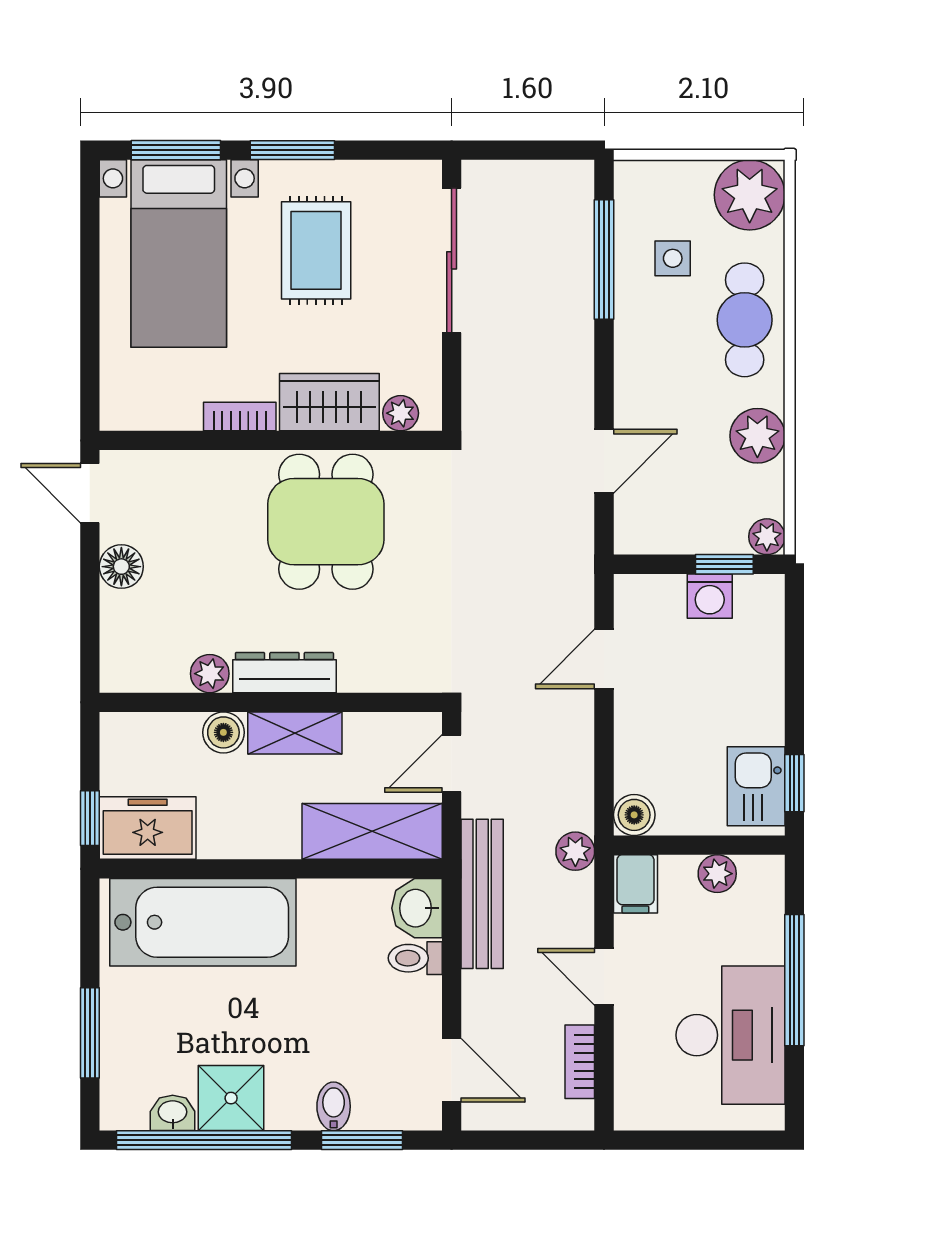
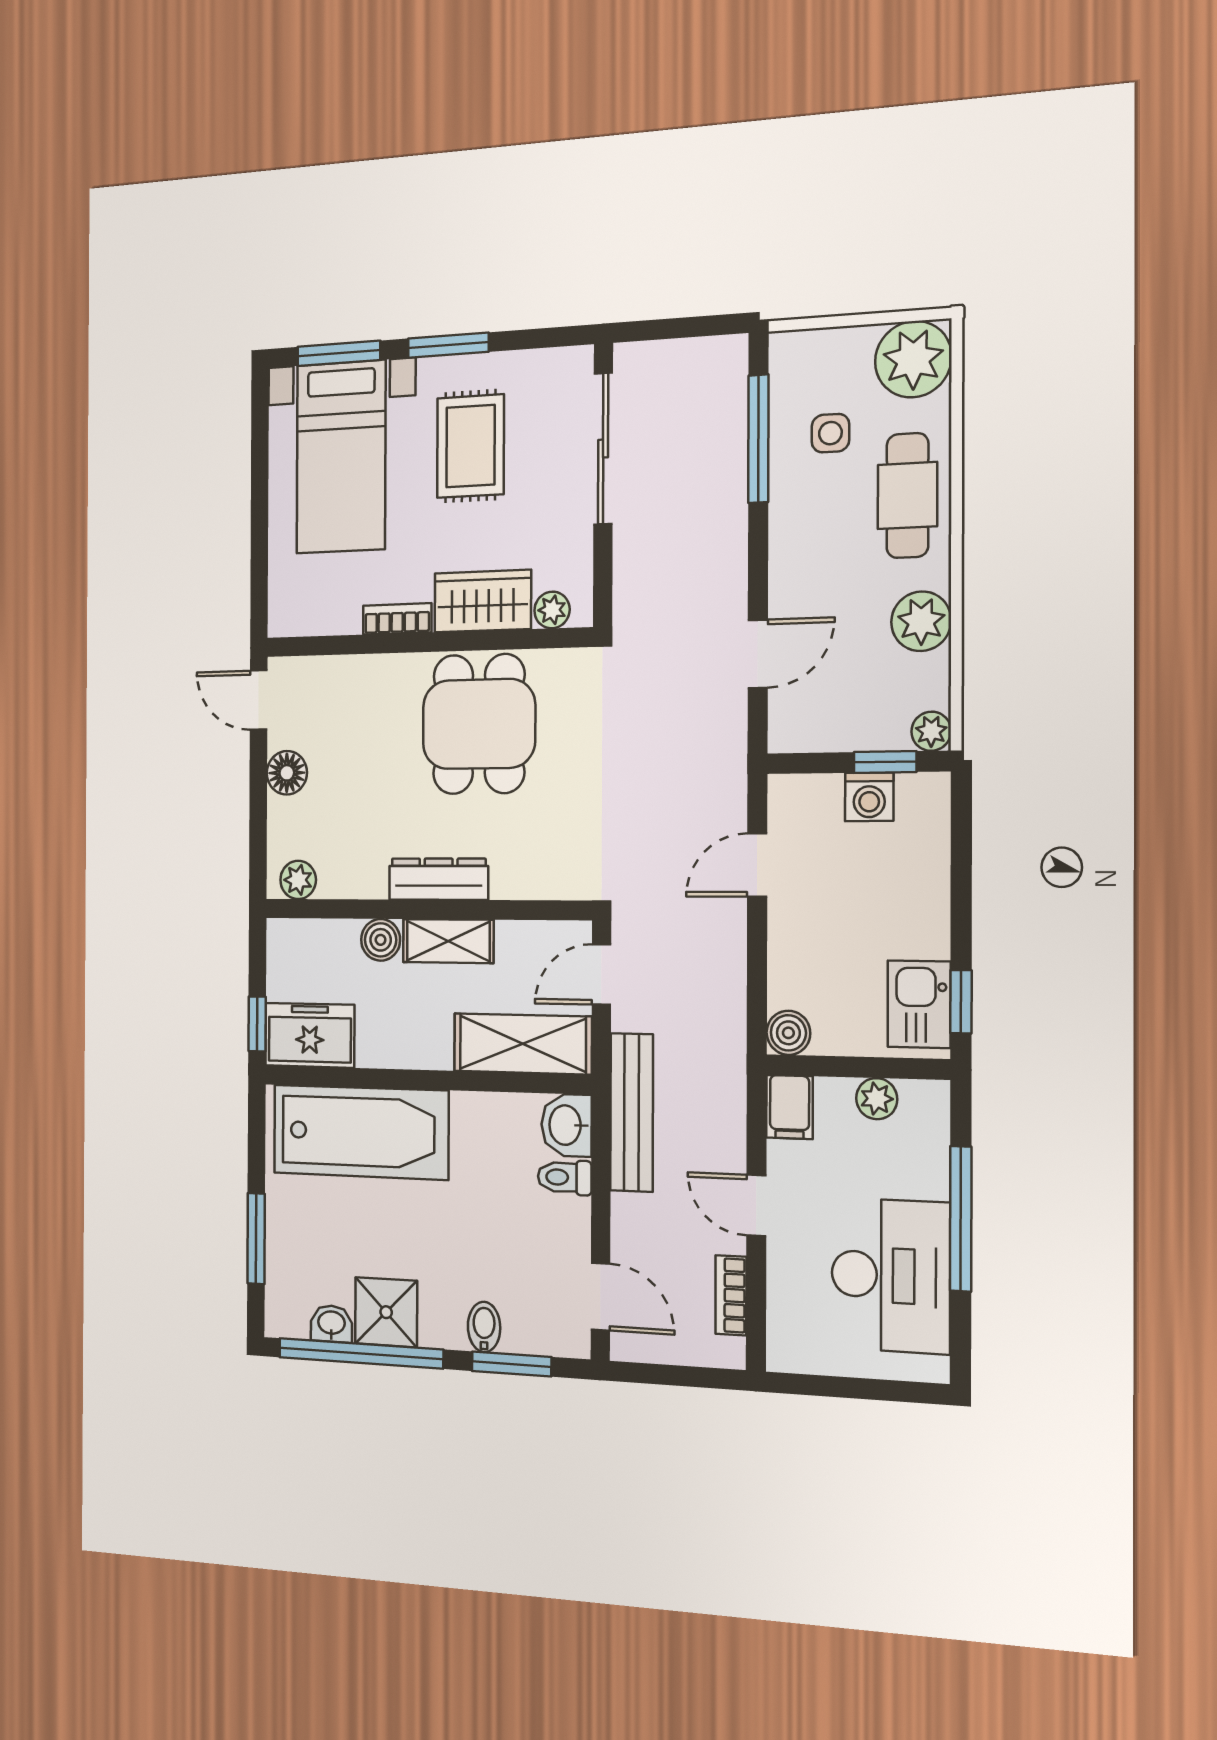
plant: (210, 674) -> (298, 880), moved
plant: (575, 851) -> (727, 1070), removed

